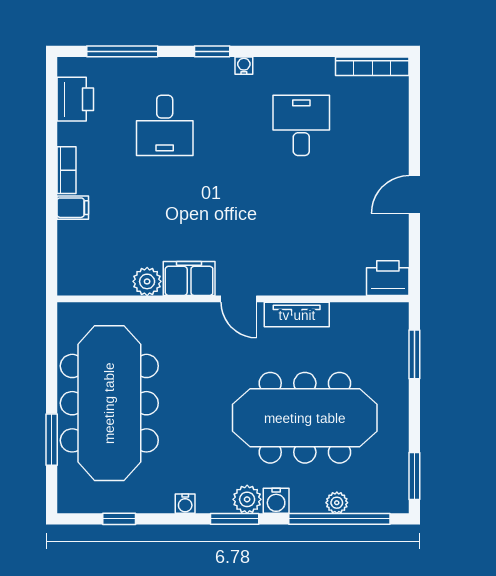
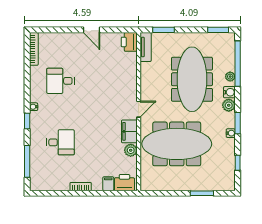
printer: (75, 99) -> (124, 183), moved
filing cabinet: (73, 208) -> (108, 184), moved
tv unit: (297, 315) -> (146, 47), moved
meeting table: (109, 403) -> (177, 144), moved
plant: (337, 503) -> (230, 77), moved
window: (235, 519) -> (238, 123), moved

